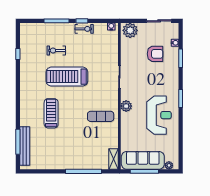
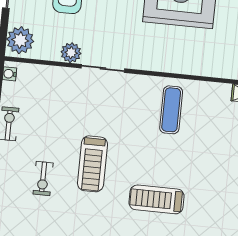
treadmill: (67, 77) -> (92, 164), width x0.73, depth x0.73
plant: (126, 106) -> (71, 53), moved

